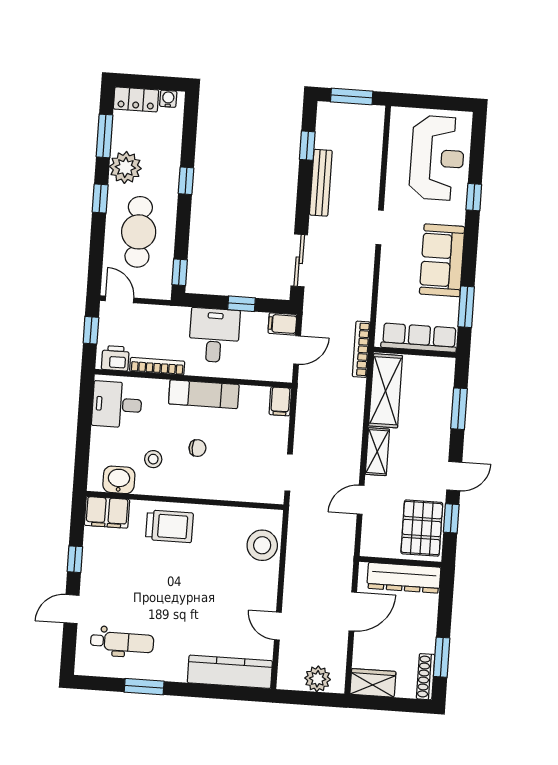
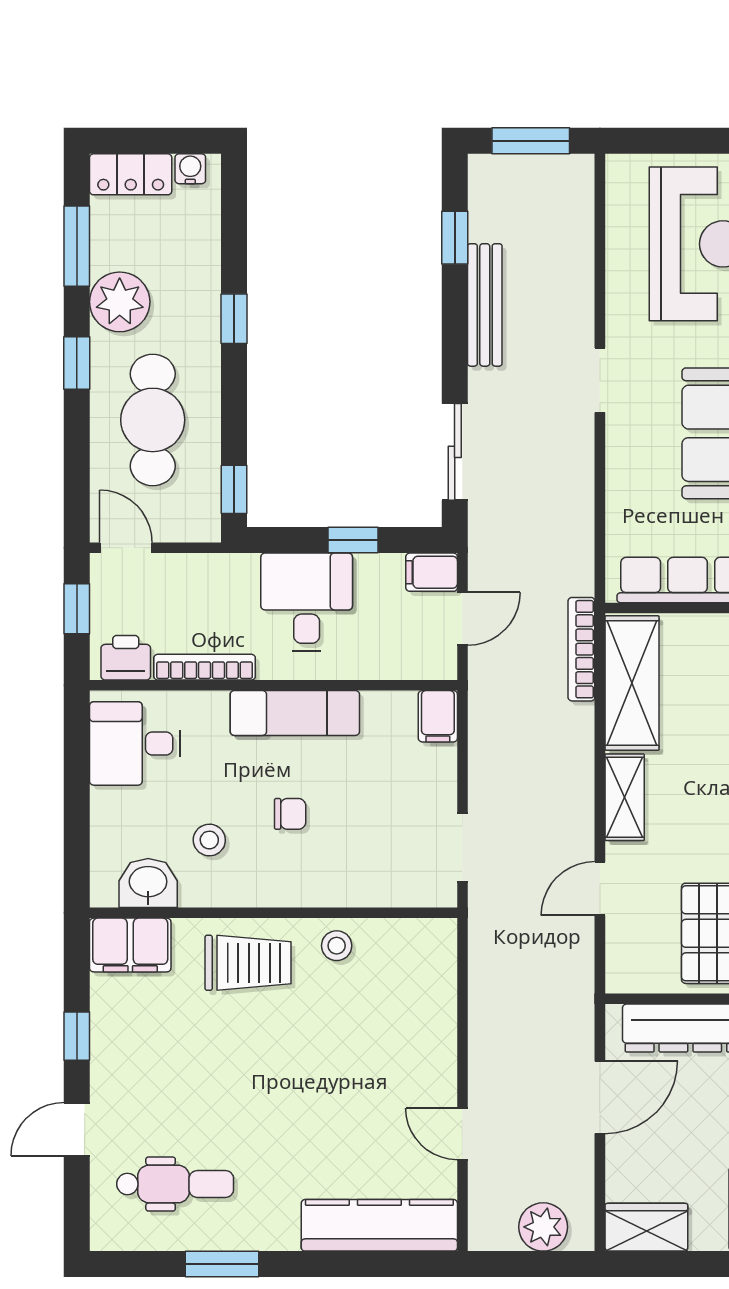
bookcase: (361, 349) -> (581, 649), moved
stool: (262, 545) -> (337, 946), moved, width x0.53, depth x0.53

